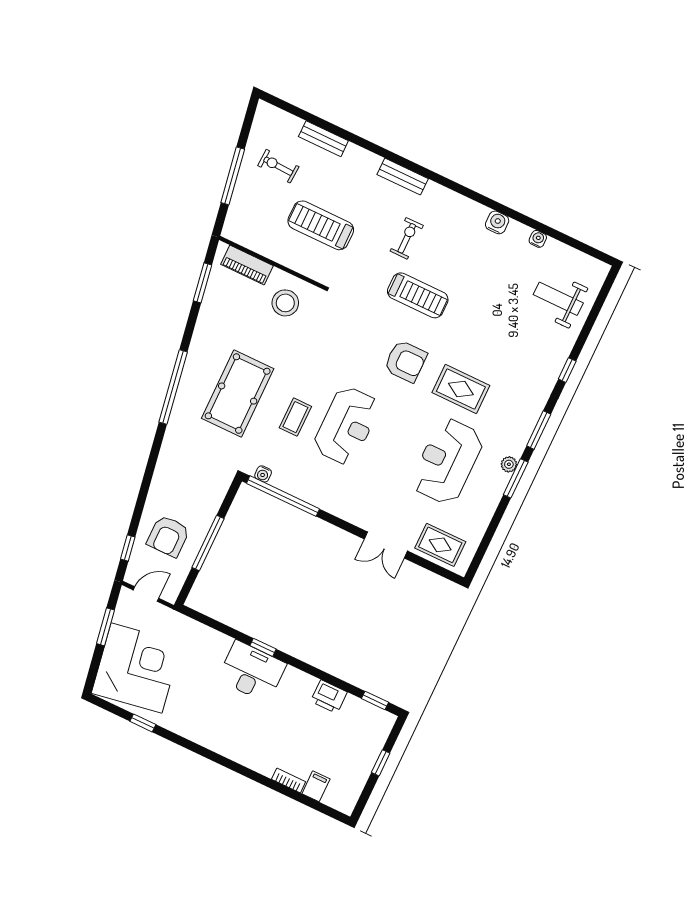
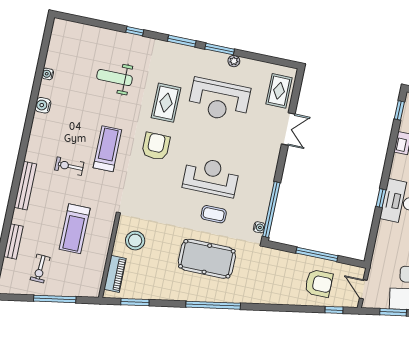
bench: (403, 177) -> (25, 186), width x1.36
weight bench: (558, 299) -> (114, 78), moved, turned 90
plant: (509, 464) -> (234, 61), moved

